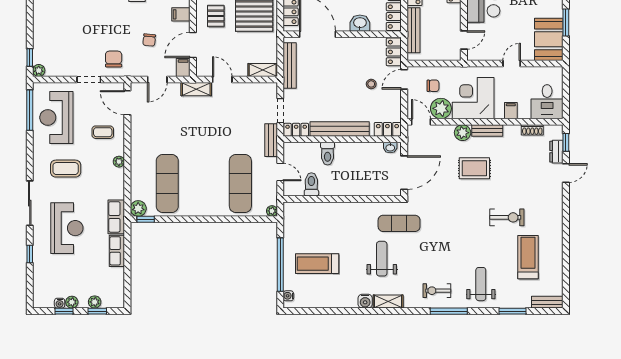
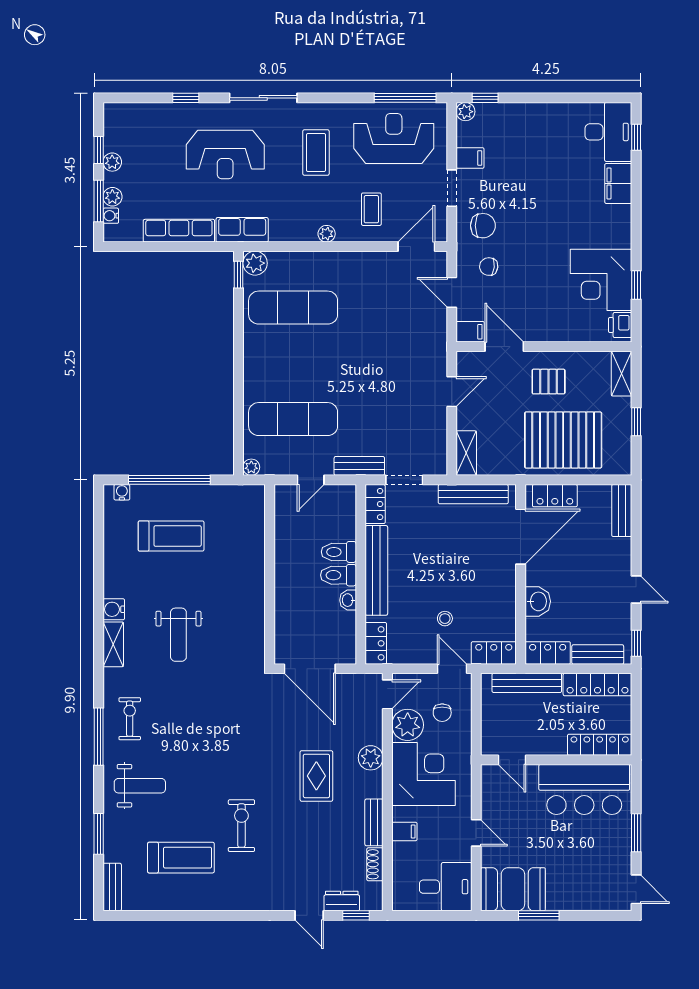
filing cabinet: (181, 14) -> (470, 158), moved, turned 90
chair: (149, 40) -> (489, 267), moved
shelving: (196, 89) -> (437, 352), removed
desk: (547, 102) -> (446, 887), moved, turned 180
bench: (487, 130) -> (374, 822), moved
washbasin: (390, 147) -> (348, 600), moved
toilet: (311, 184) -> (338, 575), moved, turned 180
exercise bike: (507, 217) -> (241, 826), turned 180
exercise mat: (399, 223) -> (232, 661), removed
row of seats: (117, 251) -> (179, 231), width x1.48
weight bench: (382, 259) -> (178, 635), turned 90
treadmill: (317, 264) -> (171, 536), turned 90
water cooler: (60, 303) -> (111, 216), moved
window: (97, 311) -> (99, 201), width x1.50

